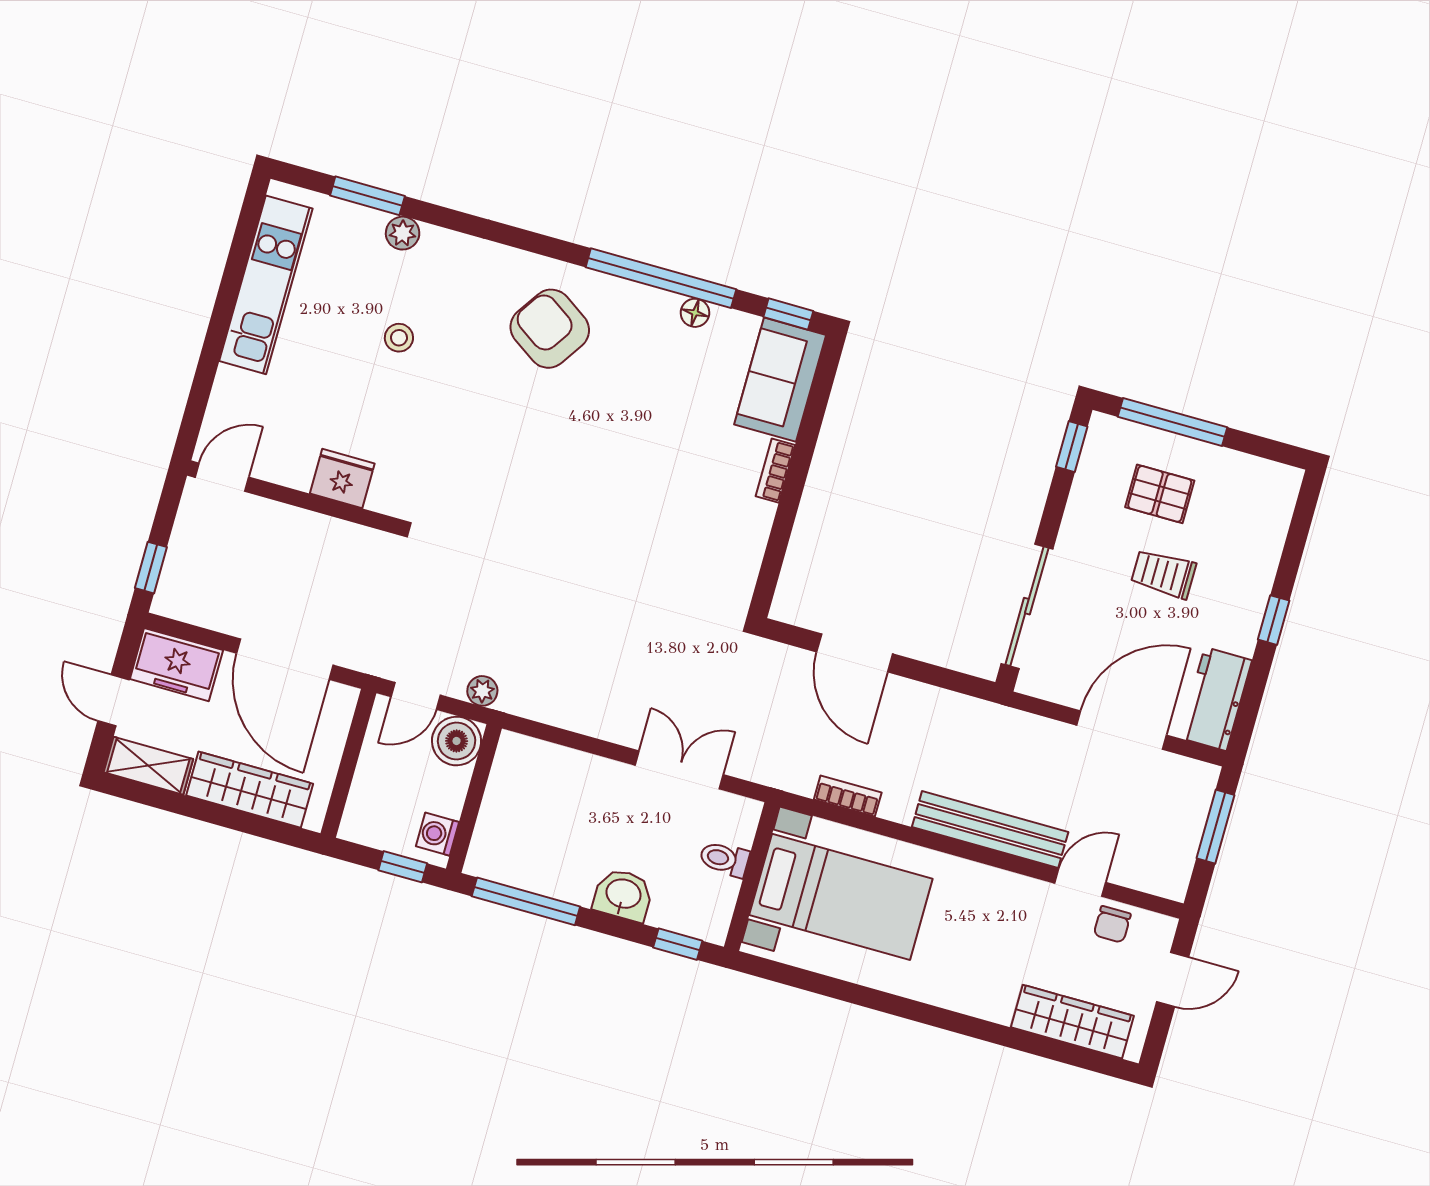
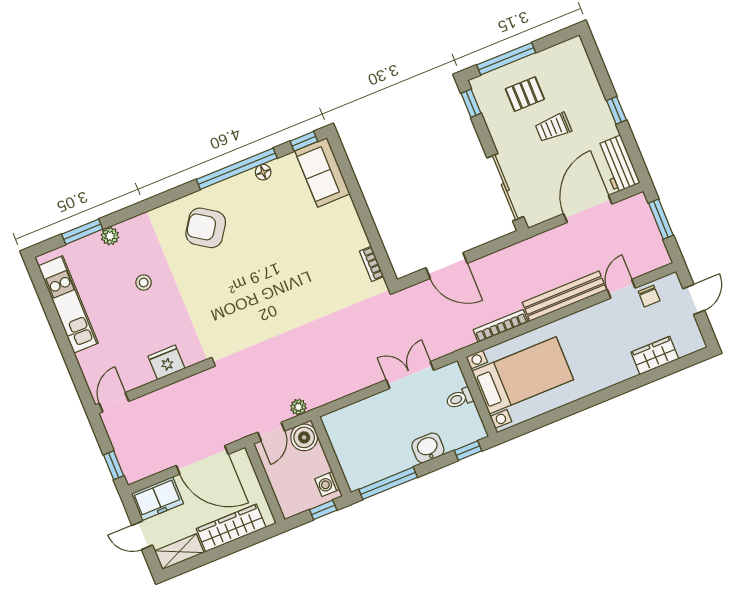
bookcase: (775, 471) -> (372, 264), moved
bookcase: (848, 796) -> (501, 326), width x1.56
wardrobe: (1072, 1022) -> (655, 355), width x0.67

